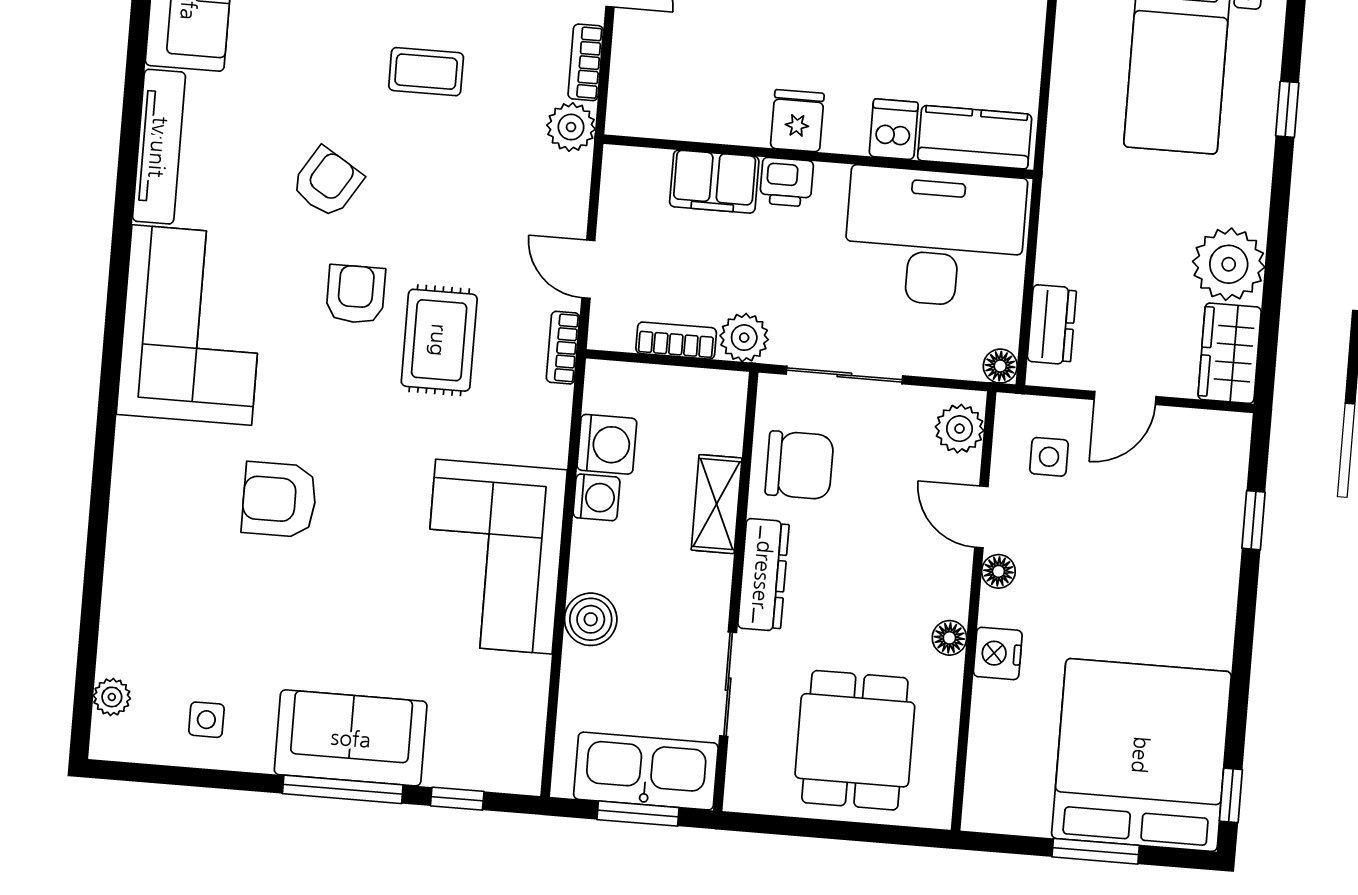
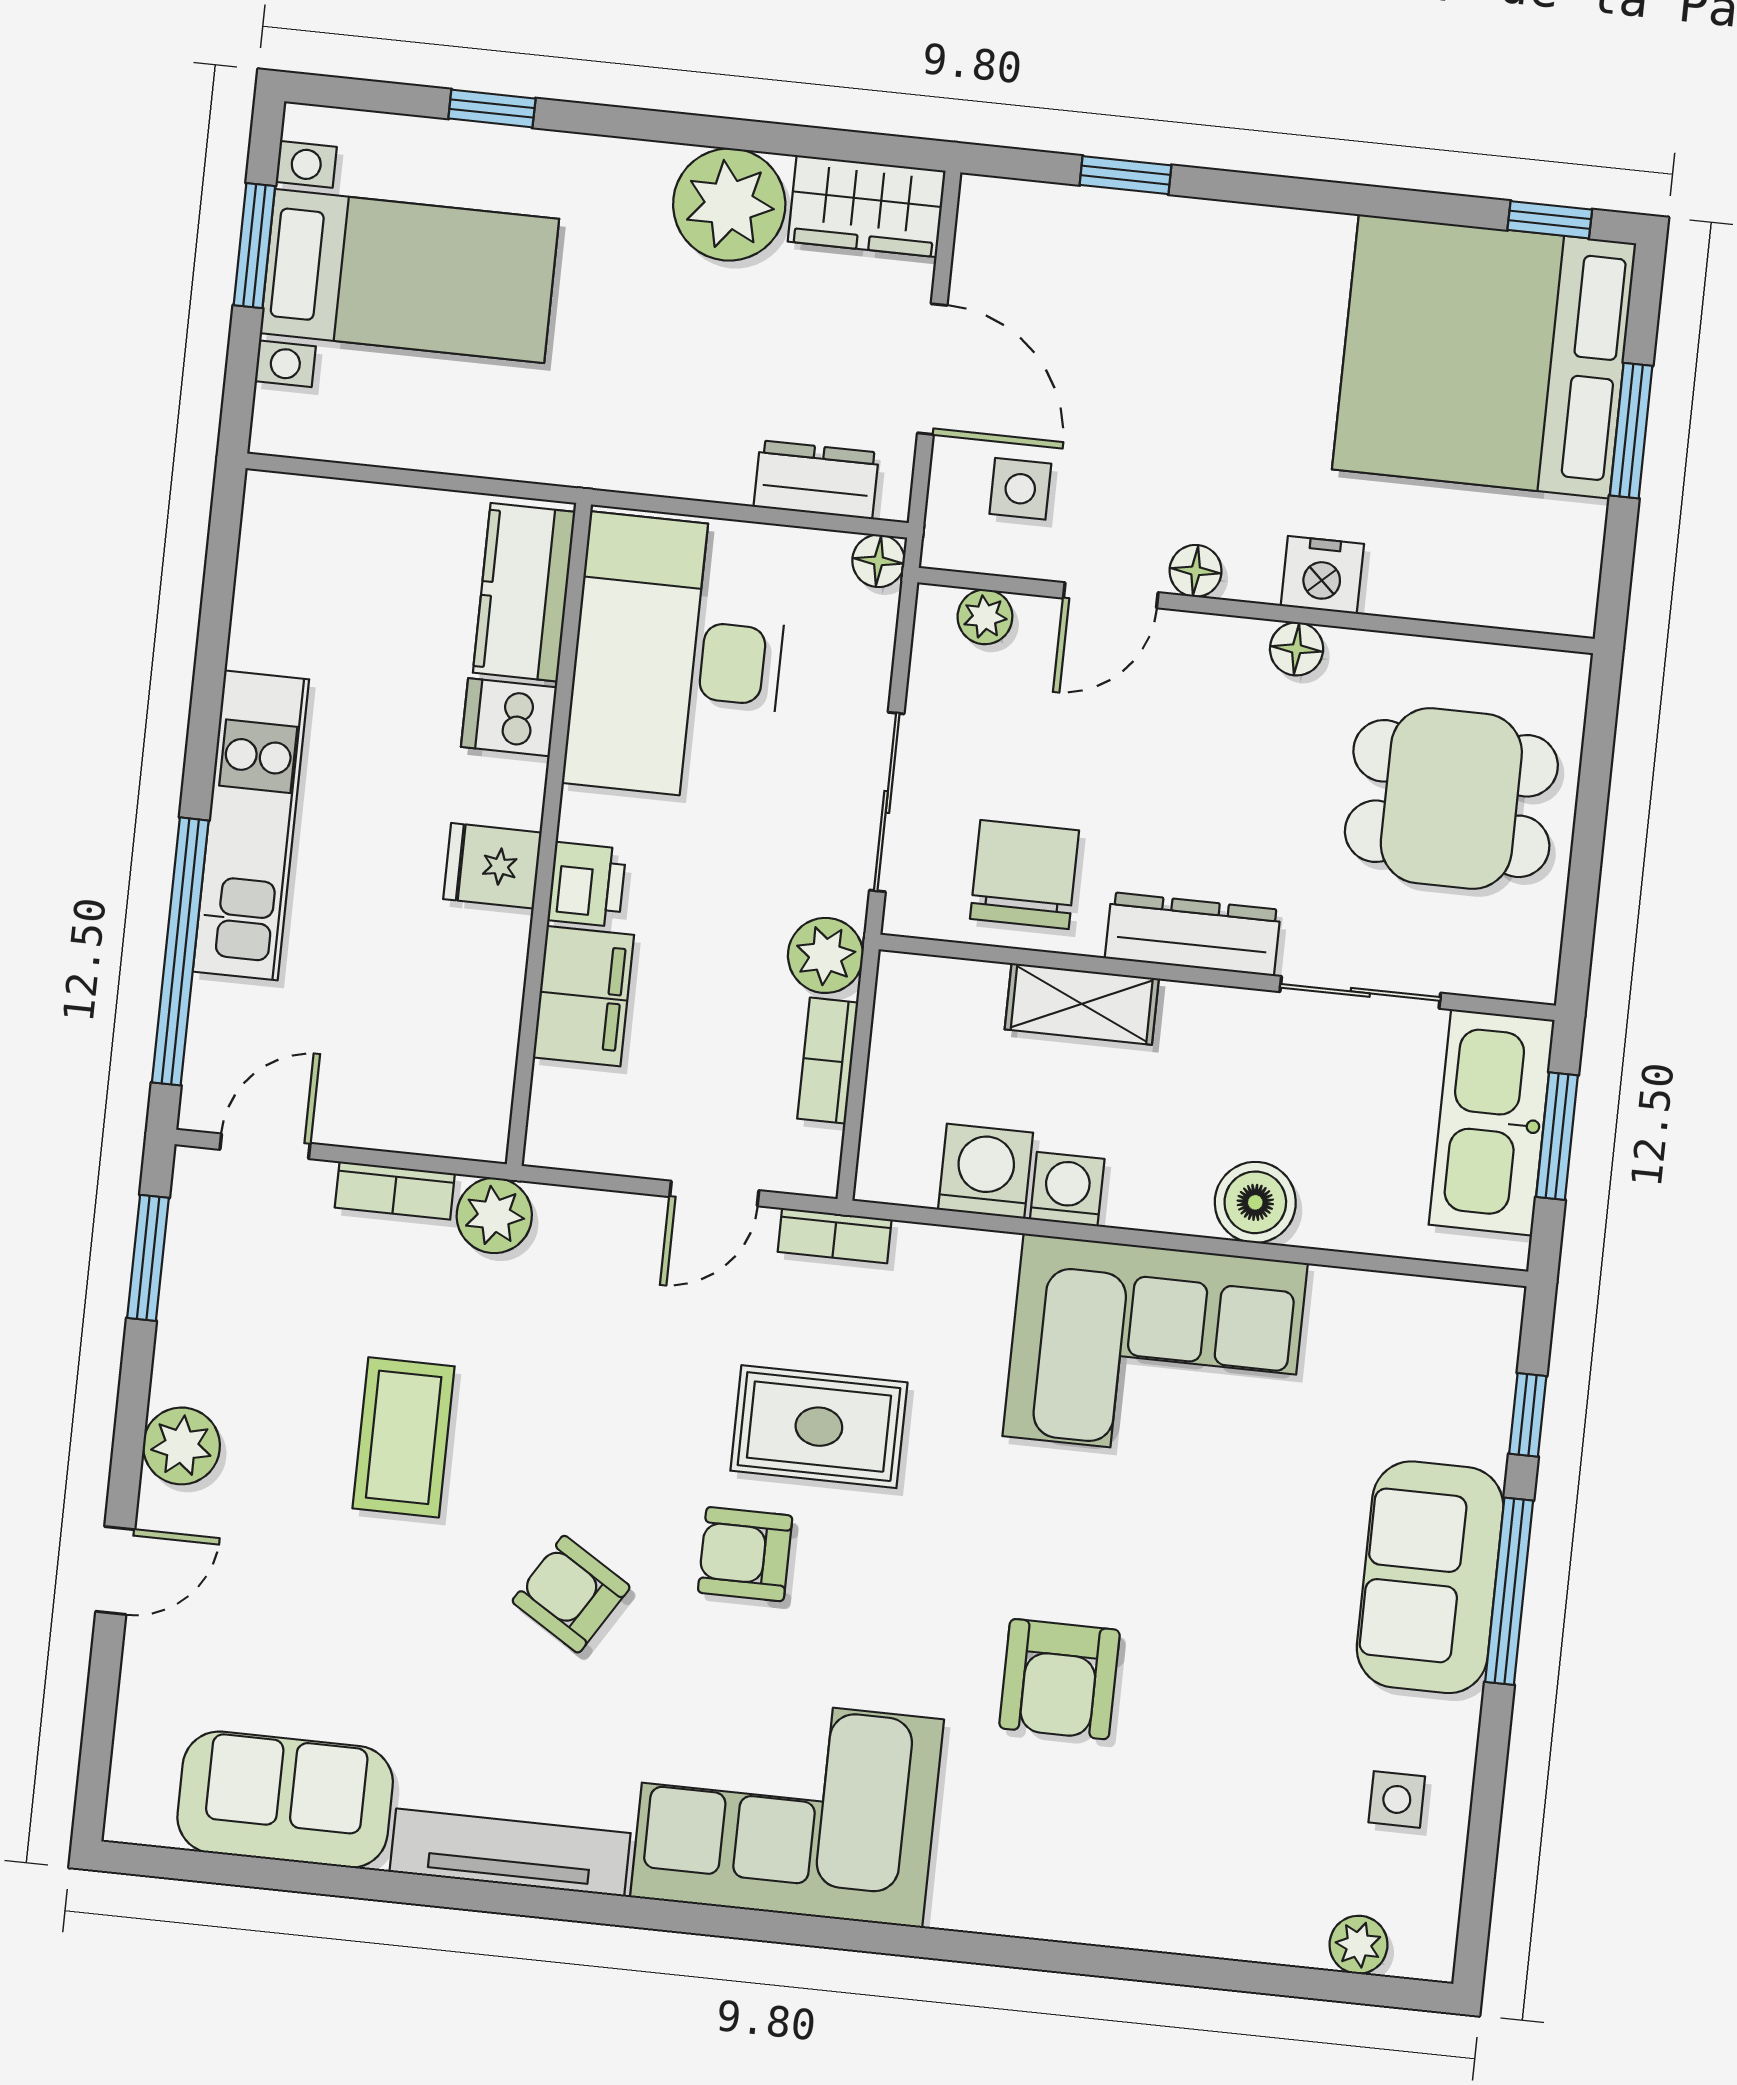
coffee table: (426, 72) -> (404, 1437), width x1.36, depth x1.30
door: (1125, 398) -> (932, 369), width x1.38
plant: (959, 429) -> (985, 617), width x0.73, depth x0.73

